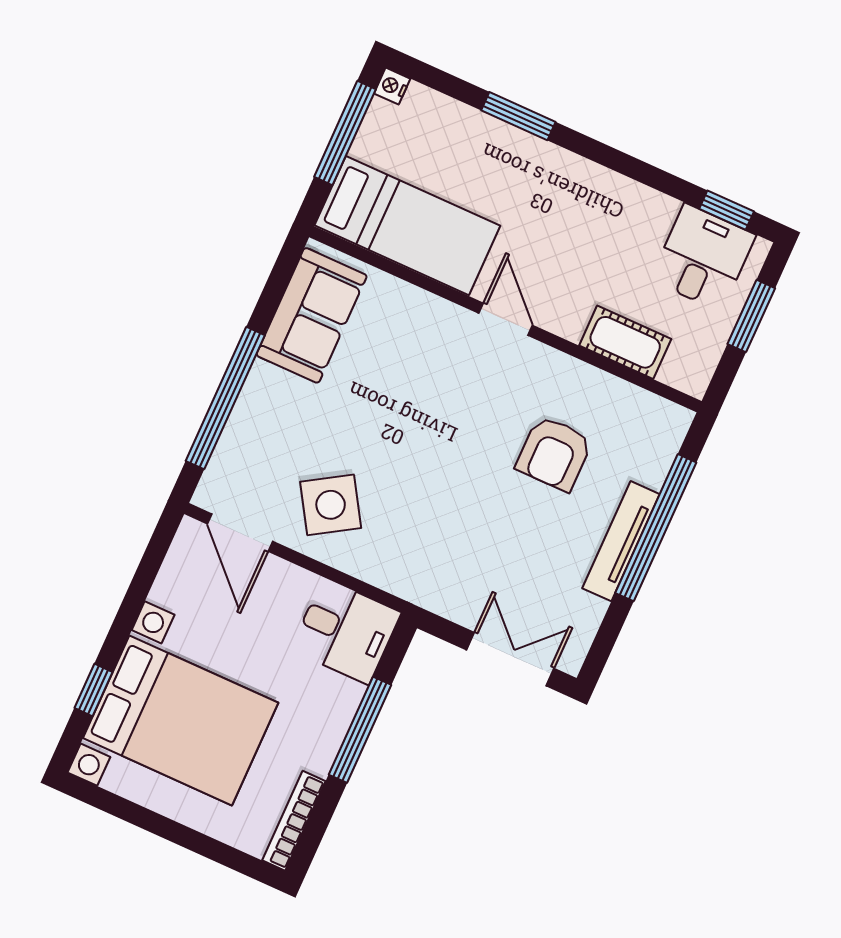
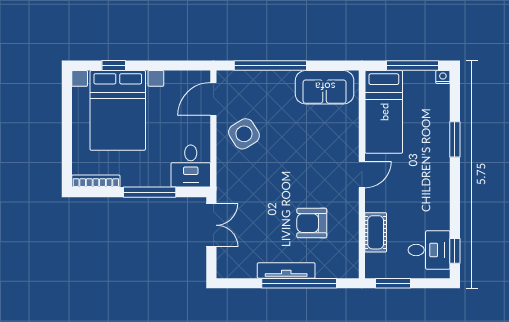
window: (751, 316) -> (393, 283), moved
double door: (510, 659) -> (211, 225), moved

